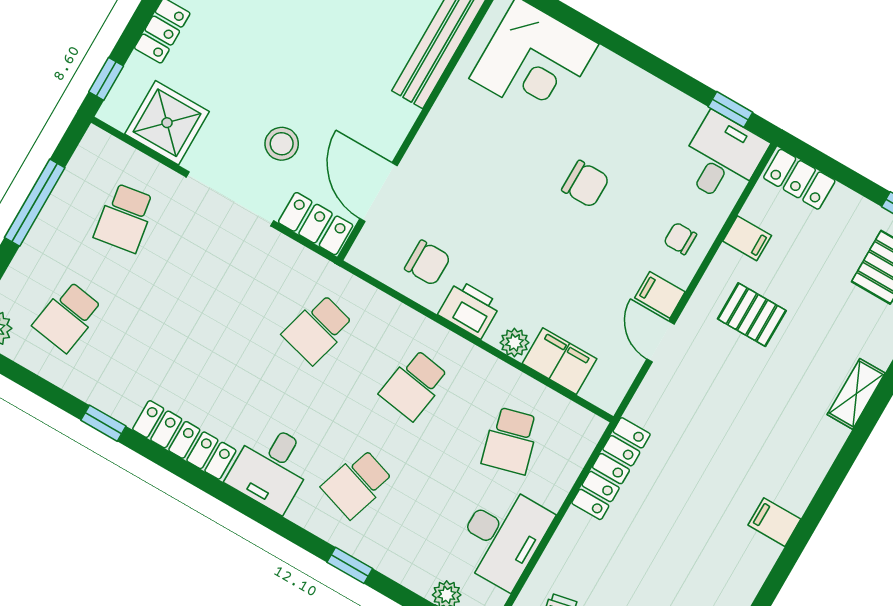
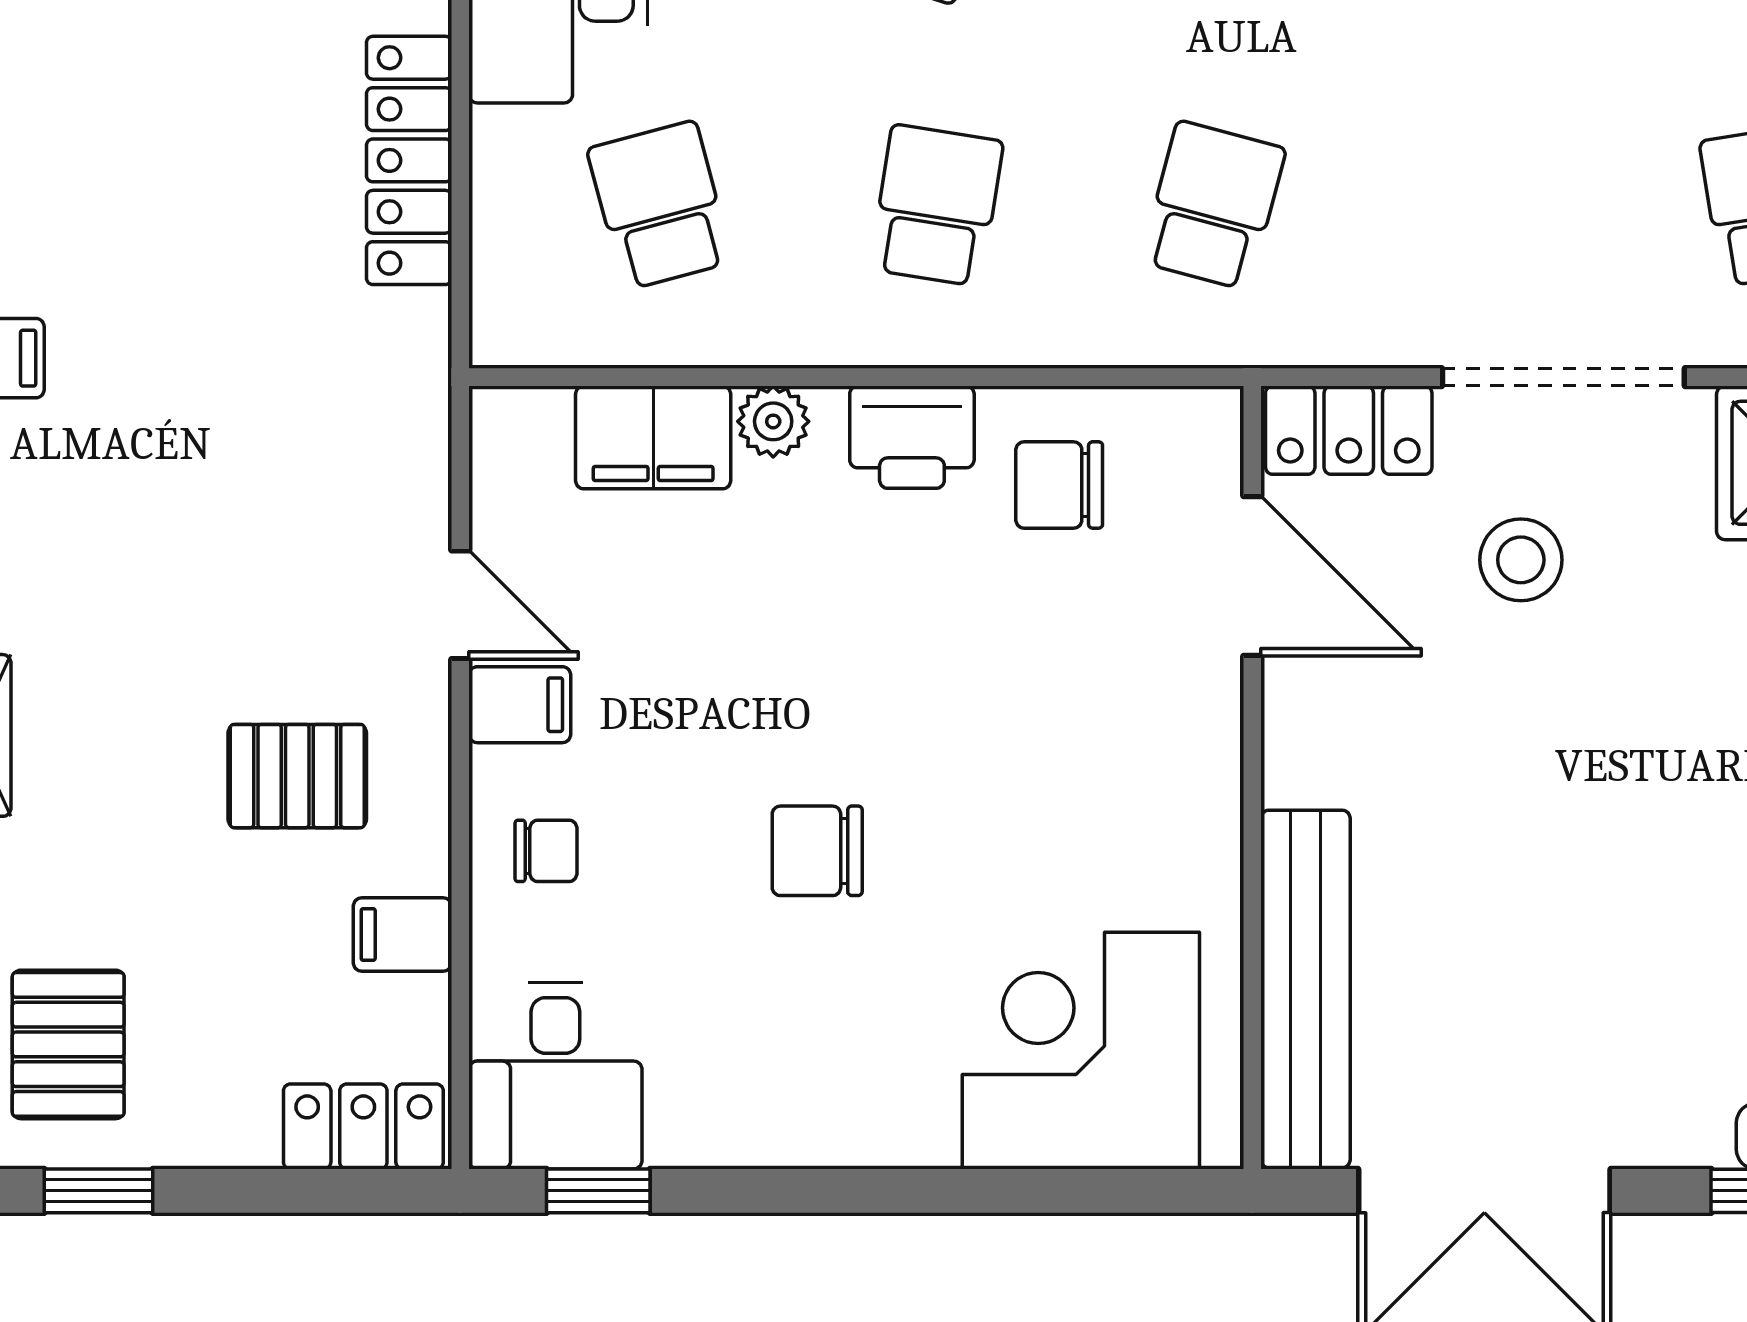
locker: (611, 469) -> (409, 160), moved

